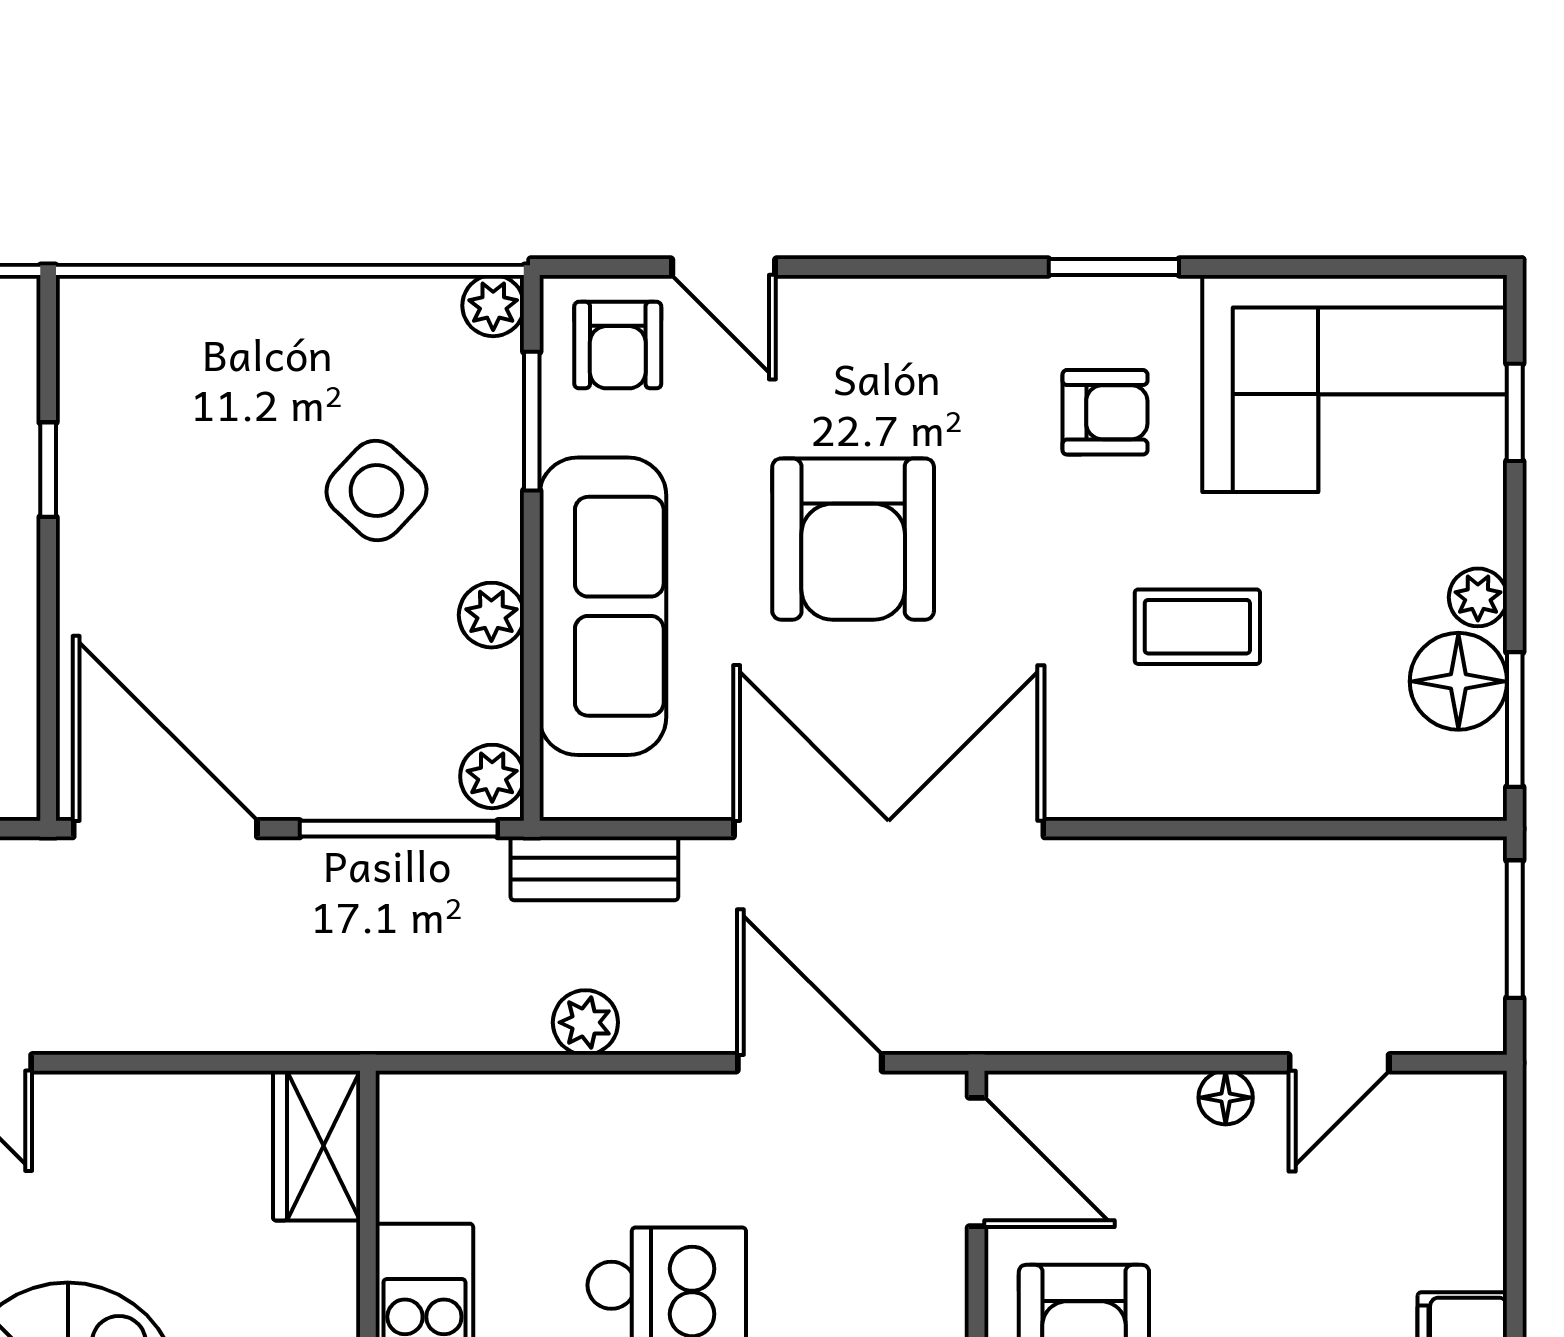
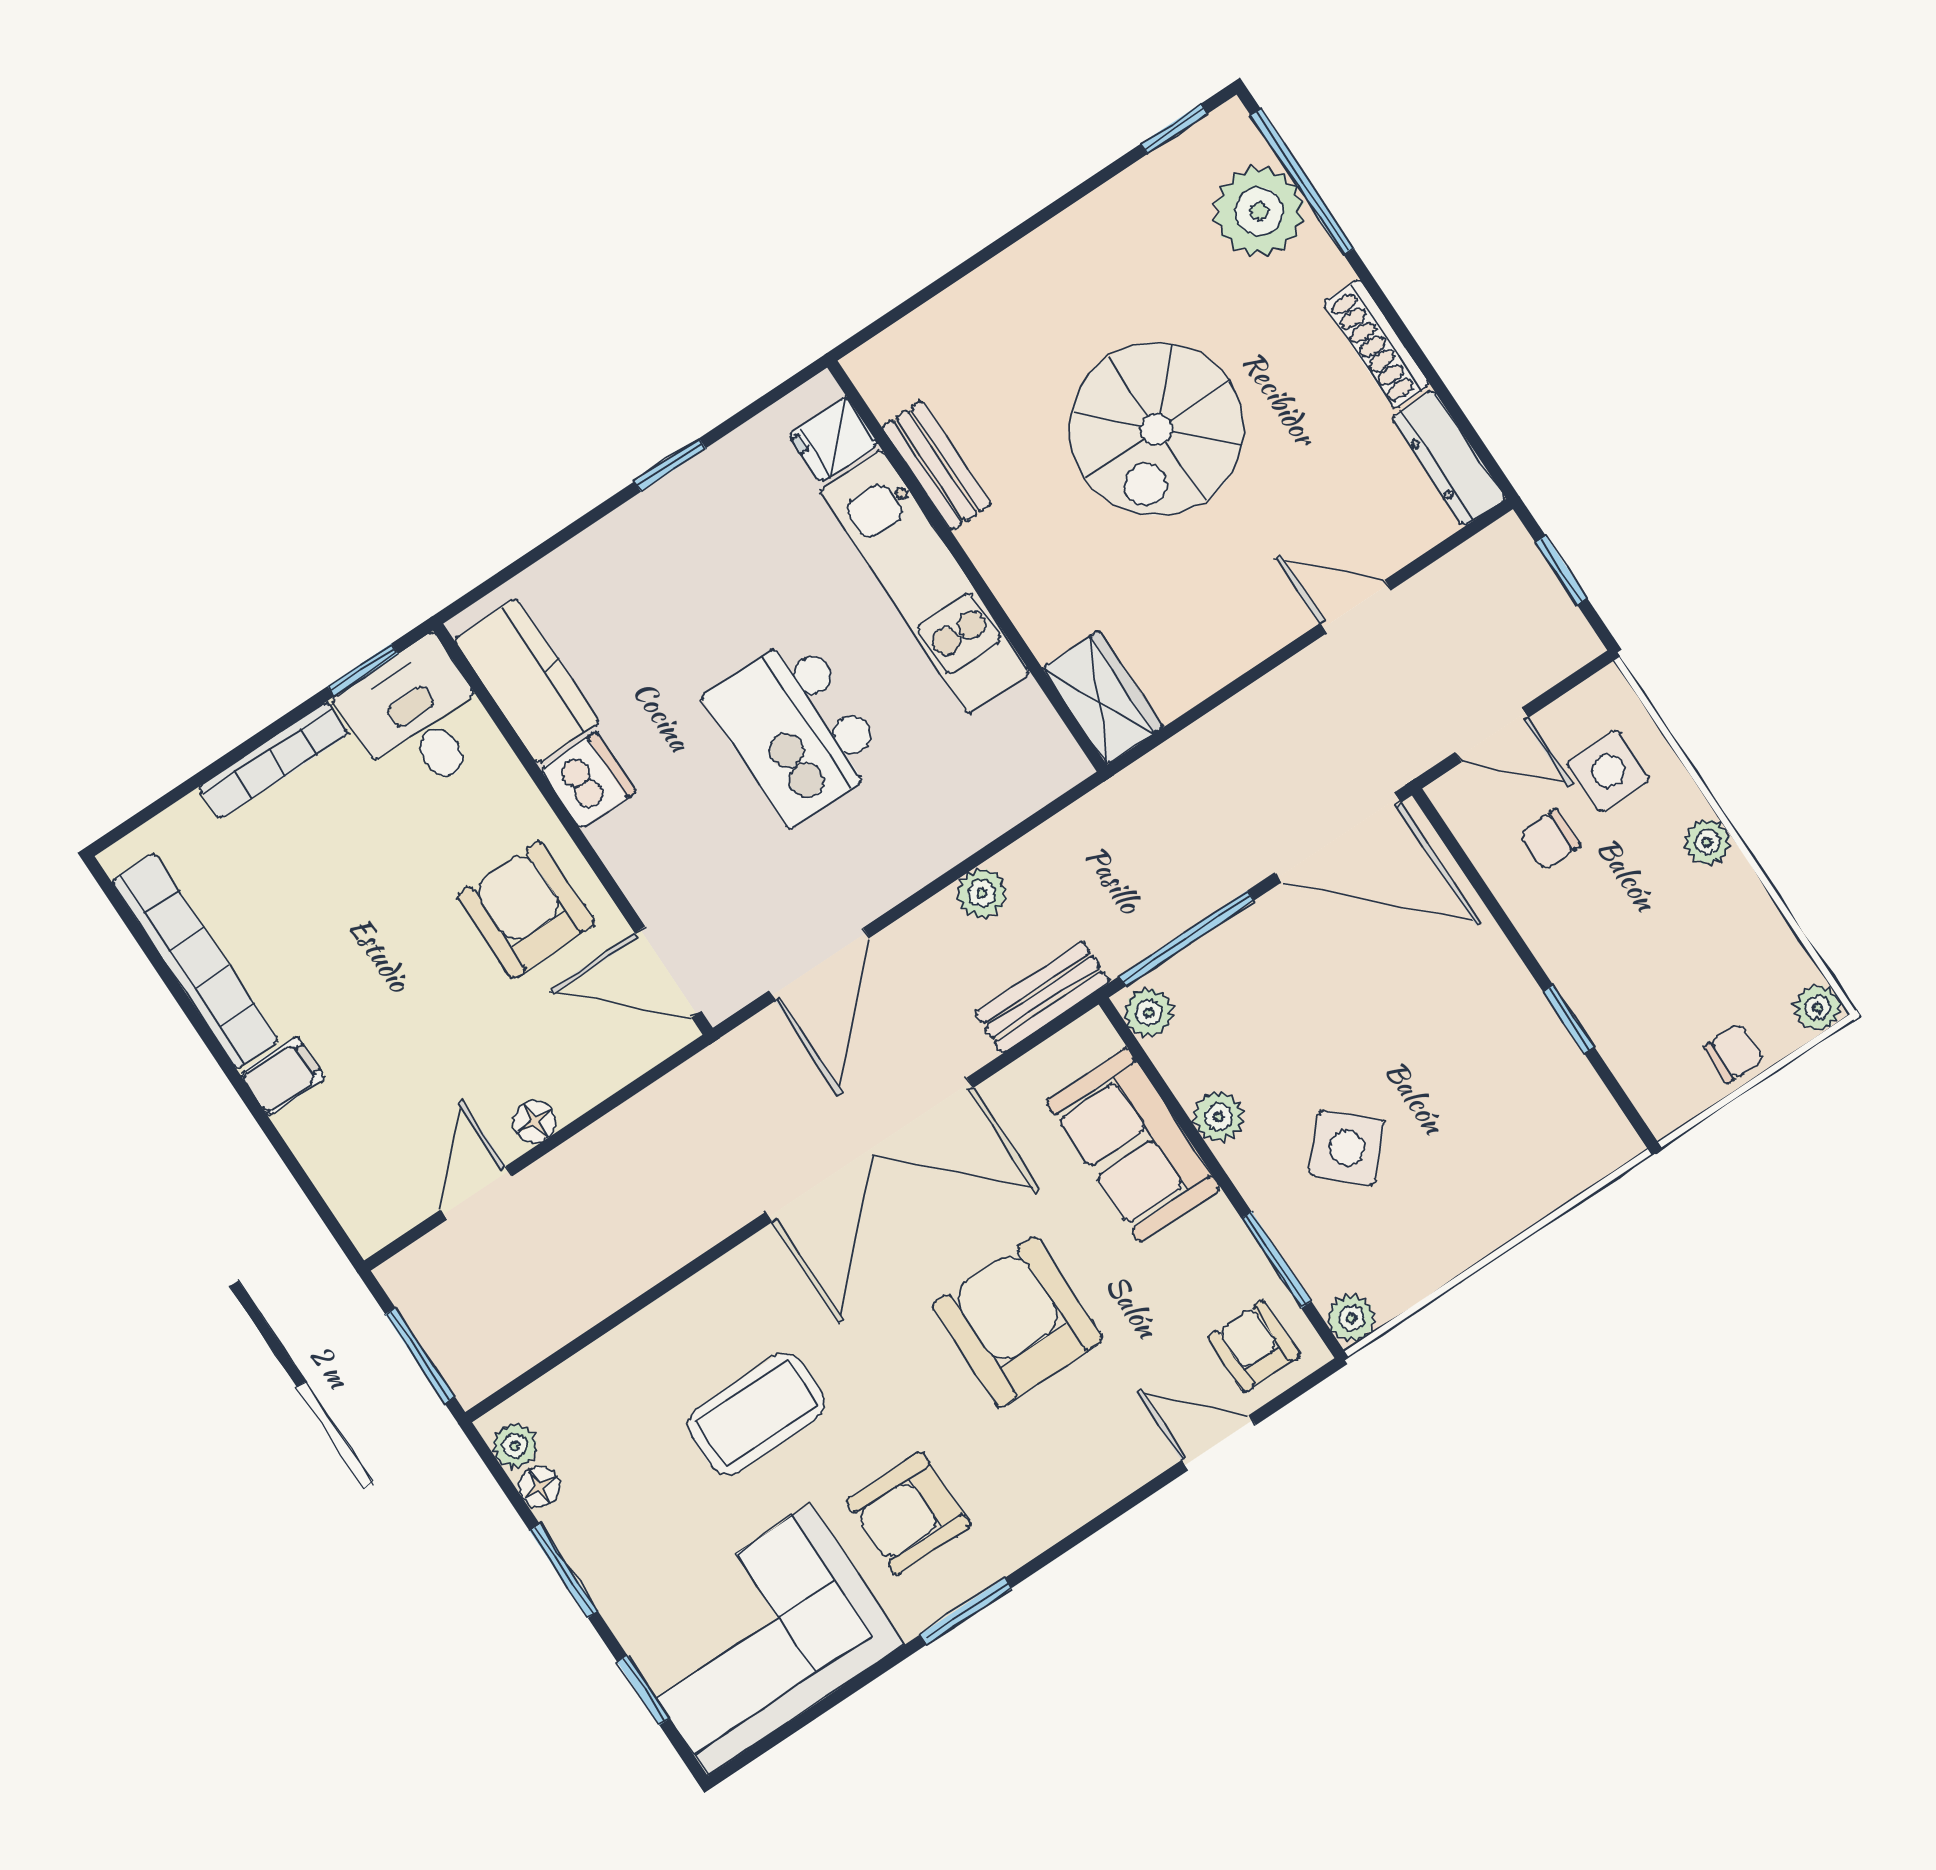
armchair: (1105, 412) -> (909, 1513), width x1.38, depth x1.38
plant: (1478, 597) -> (515, 1446), moved
sofa: (603, 606) -> (1133, 1145), width x0.73
coffee table: (1197, 627) -> (756, 1414), width x1.36, depth x1.30
floor lamp: (1458, 681) -> (539, 1487), width x0.53, depth x0.53
window: (1515, 720) -> (564, 1571), moved
door: (810, 1063) -> (819, 964), hinge flipped

